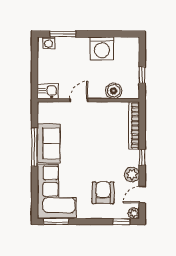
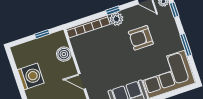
plant: (132, 174) -> (116, 19), moved
armchair: (103, 193) -> (141, 38), moved
window: (56, 222) -> (186, 45), moved

